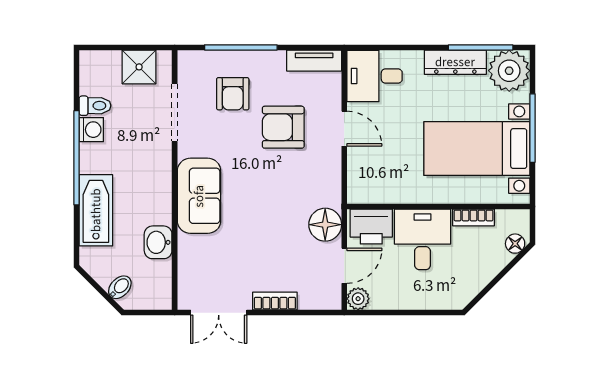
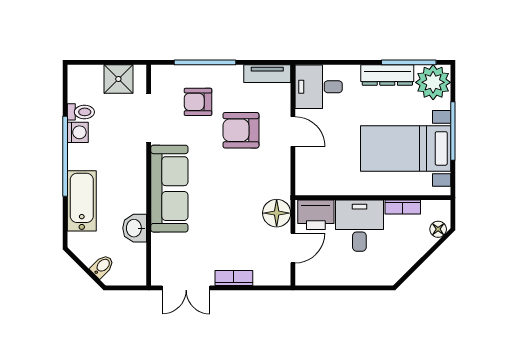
armchair: (233, 94) -> (198, 102), turned 90
sofa: (199, 196) -> (169, 189), width x1.36
plant: (358, 299) -> (305, 276), removed

